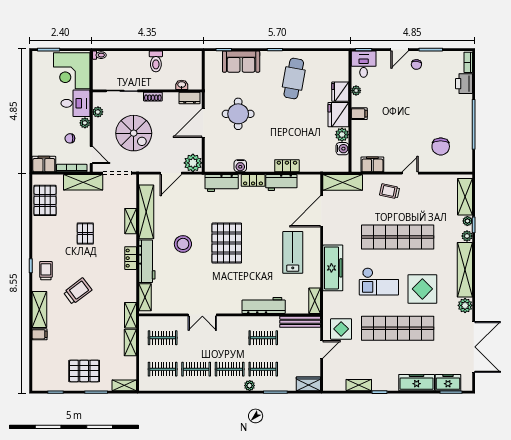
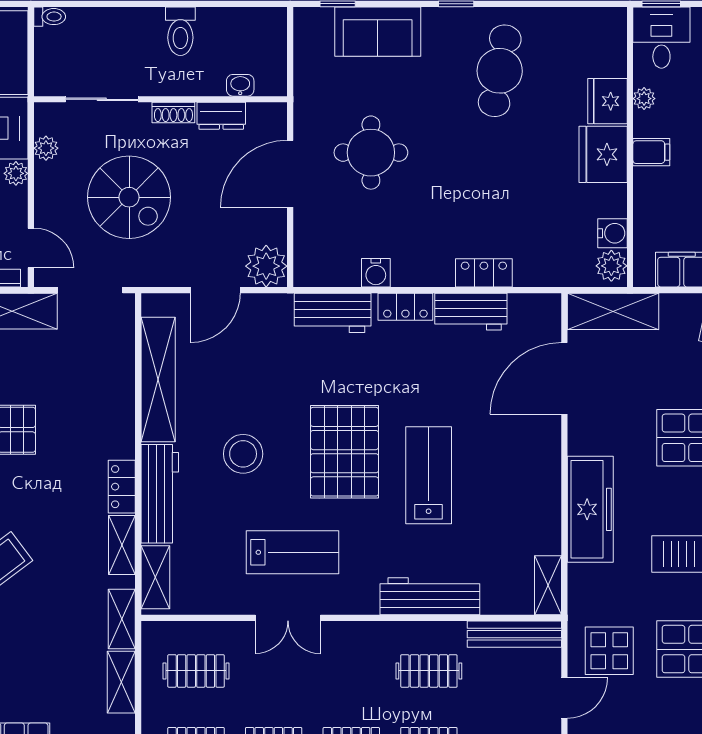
dresser: (190, 98) -> (221, 116), moved
plant: (342, 135) -> (611, 266), moved
shelving: (131, 221) -> (122, 545), moved
lab bench: (293, 252) -> (429, 475), moved
lab bench: (204, 286) -> (292, 552), added

